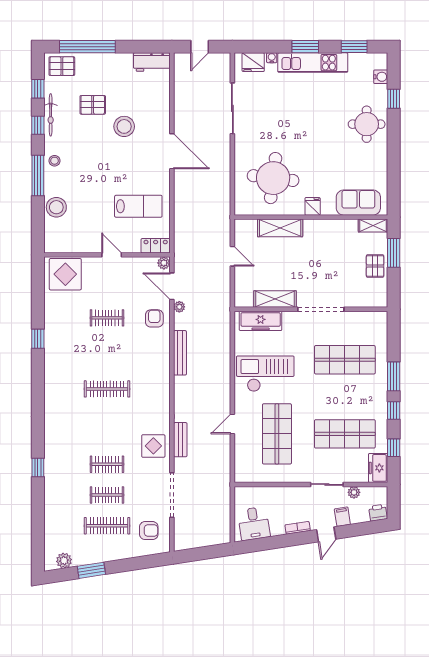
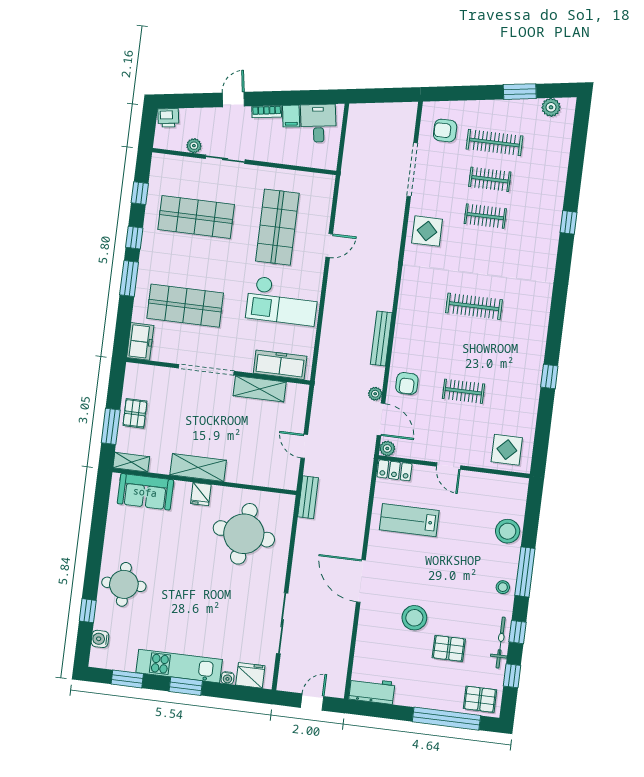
shelving: (280, 228) -> (198, 468), moved
display table: (65, 274) -> (507, 450), width x0.73, depth x0.73
bench: (180, 440) -> (308, 497), moved
freezer: (378, 468) -> (140, 341), moved
filing cabinet: (342, 517) -> (291, 116), moved

